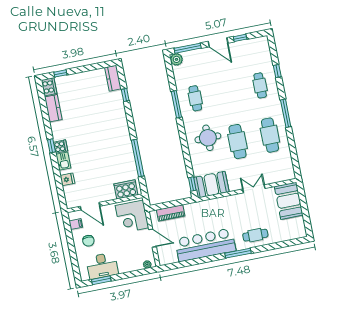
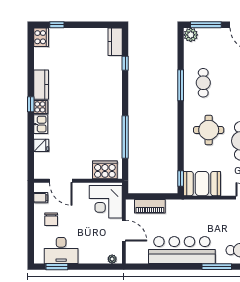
kitchen counter: (53, 108) -> (41, 85), moved

